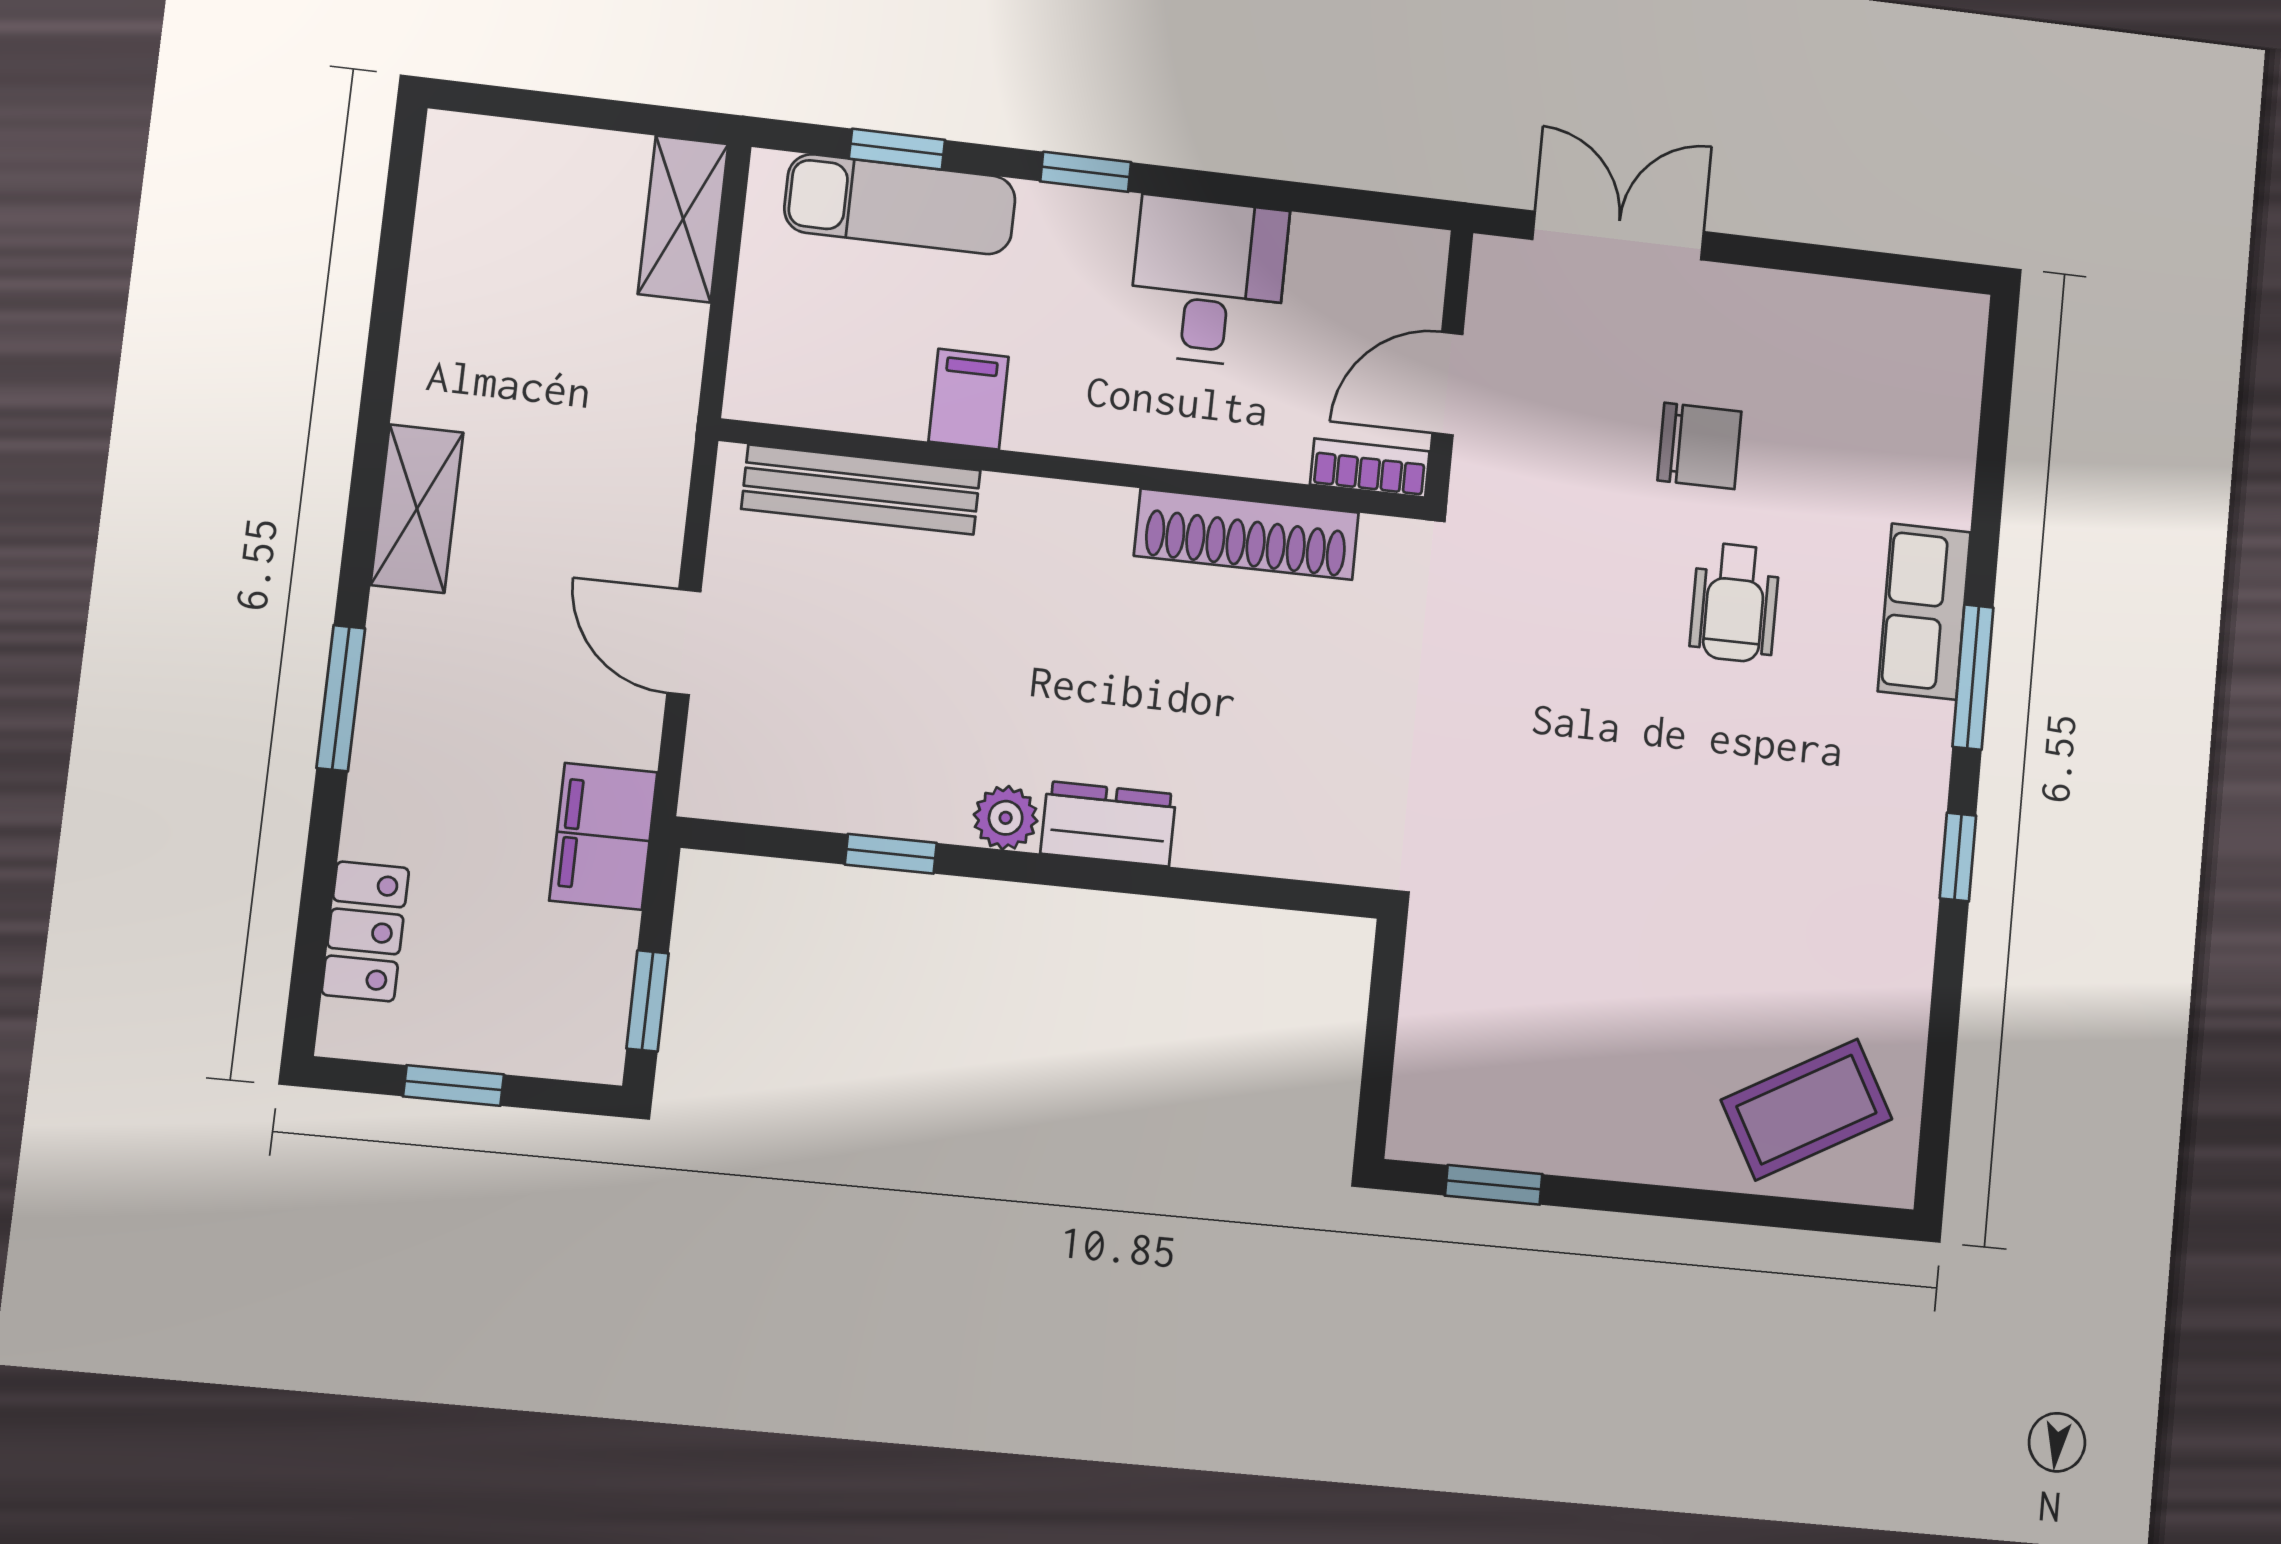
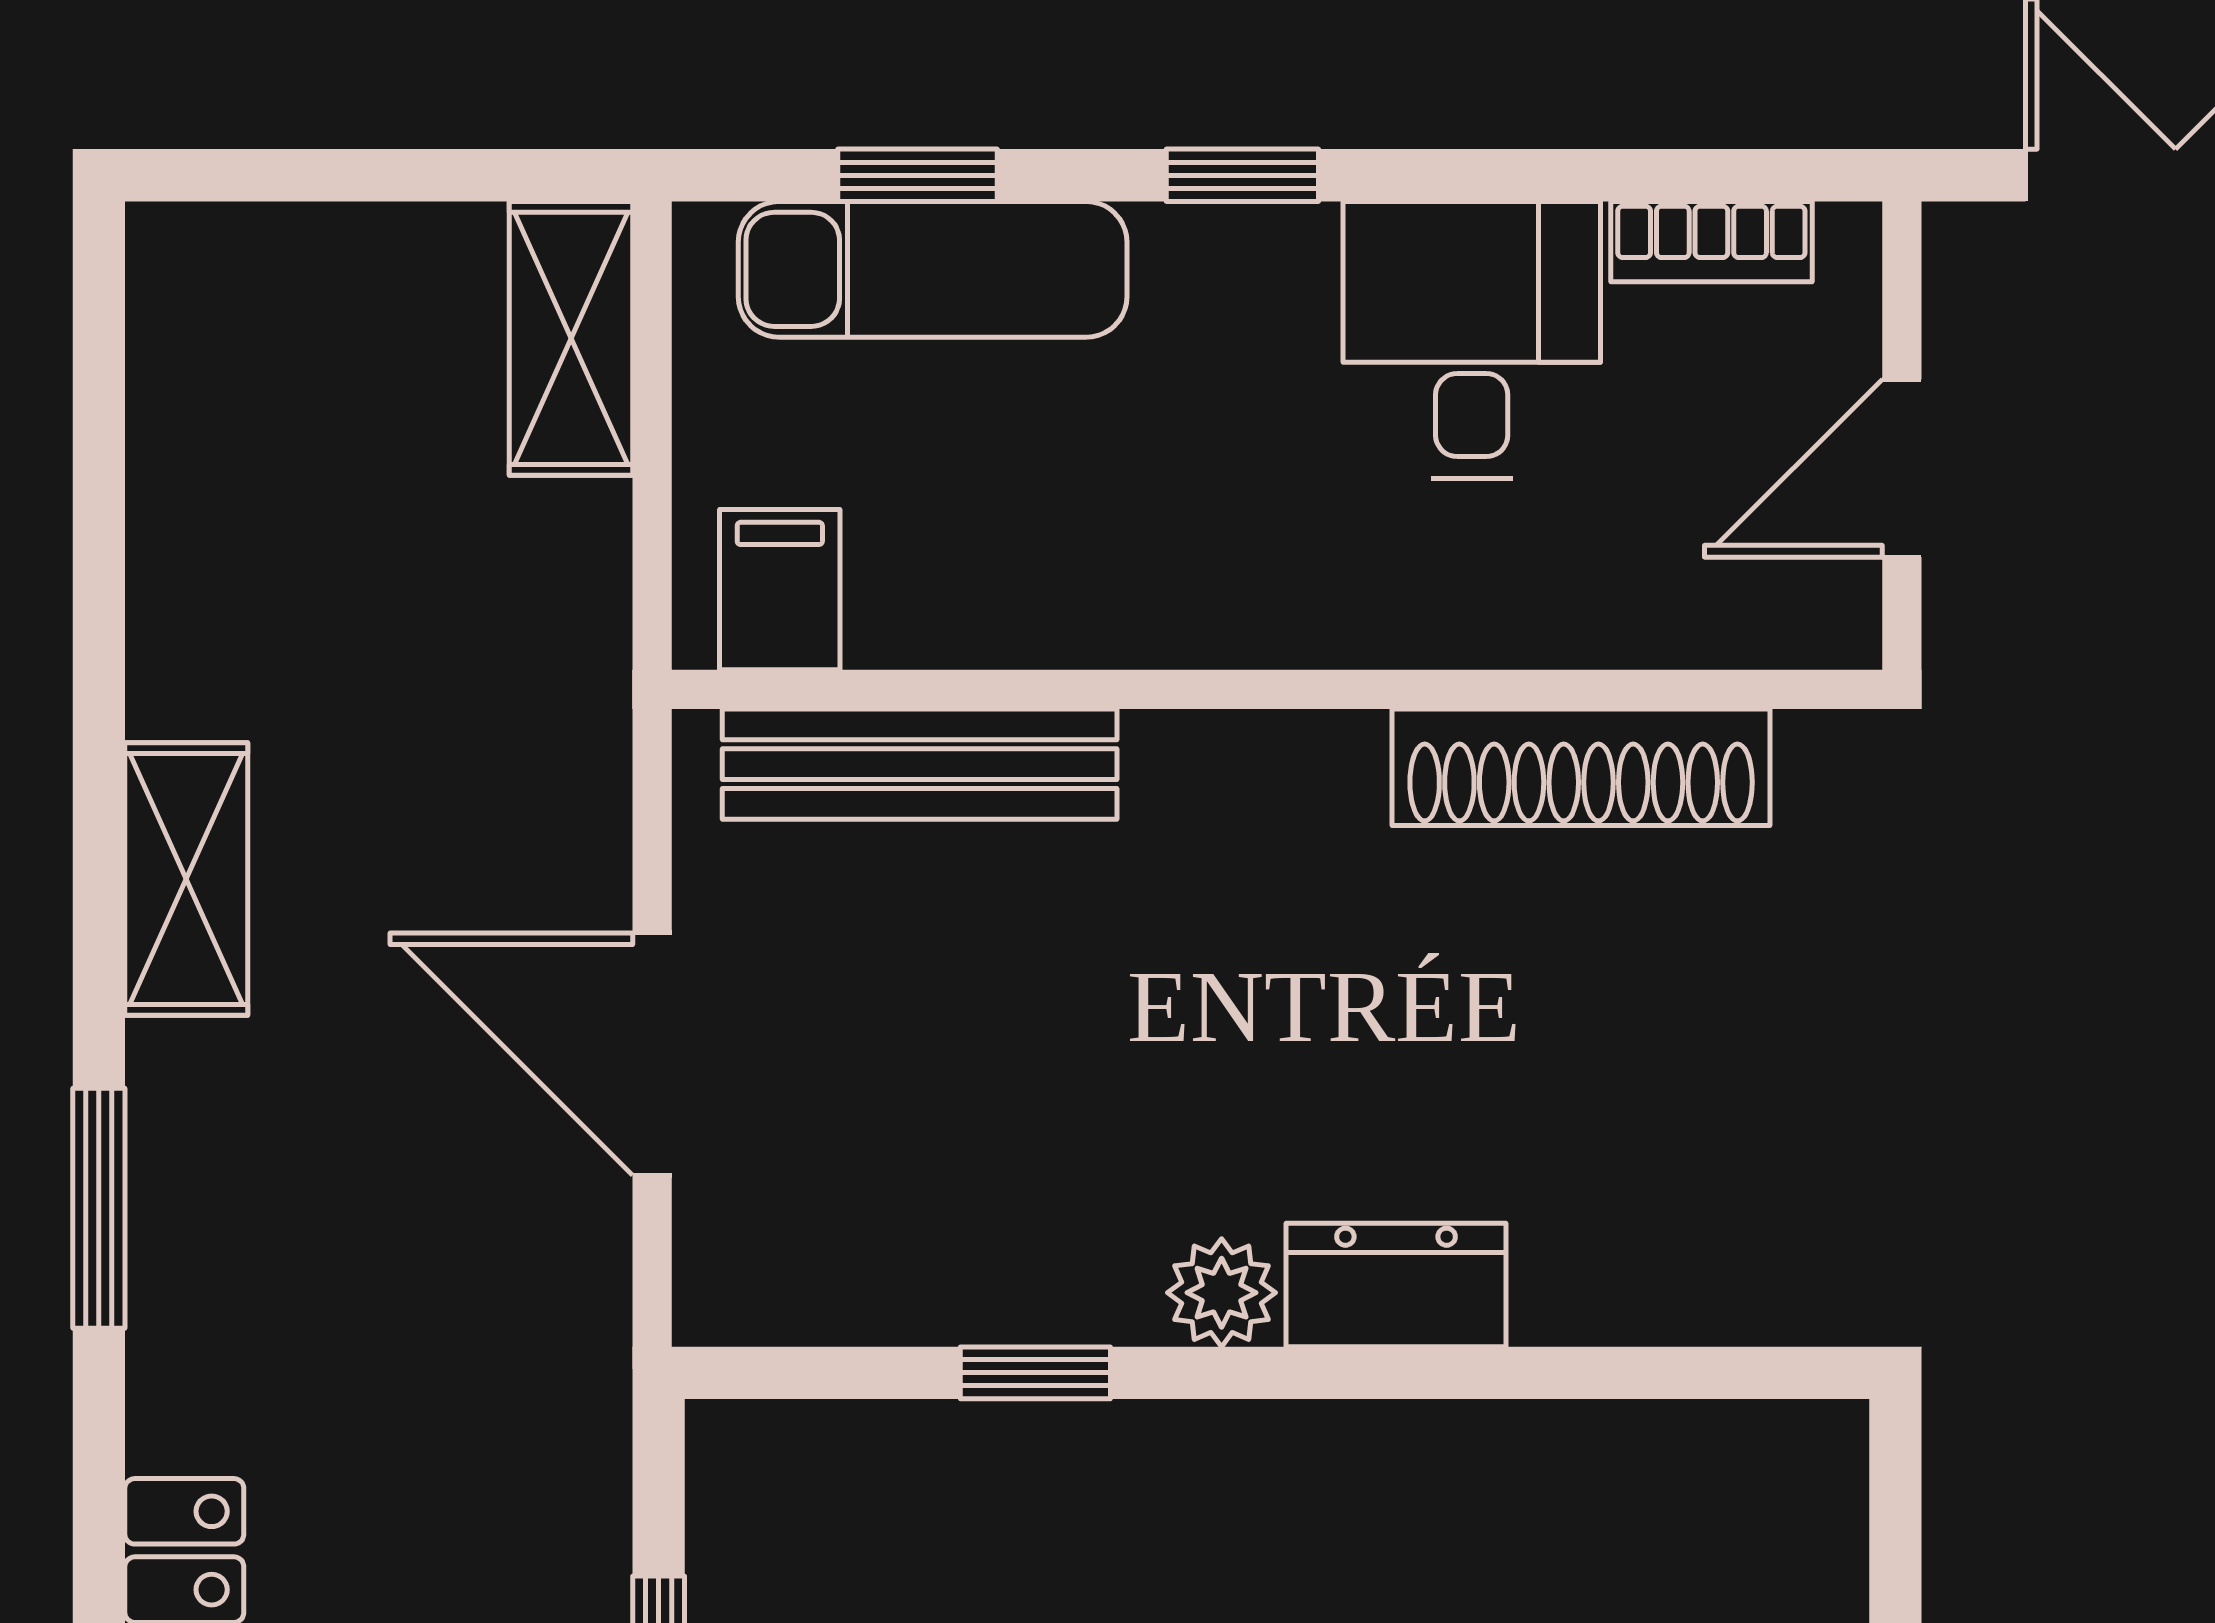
filing cabinet: (969, 399) -> (780, 590), moved
bookcase: (1370, 468) -> (1711, 242), moved, turned 180
door: (684, 642) -> (652, 1054), width x1.38
filing cabinet: (603, 836) -> (555, 1393), removed

